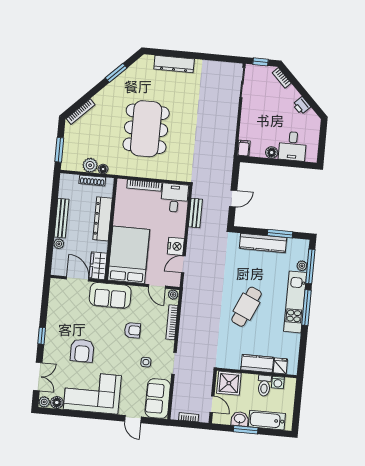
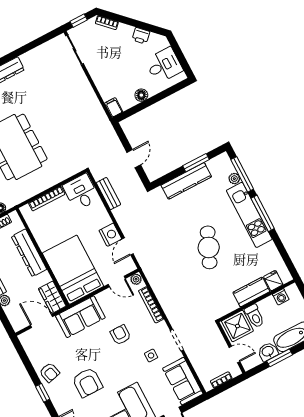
desk: (292, 146) -> (164, 65), moved, turned -90
armchair: (57, 323) -> (49, 372), added
armchair: (132, 330) -> (120, 335), turned -90
toilet: (264, 386) -> (255, 316), moved

